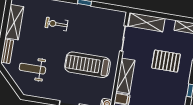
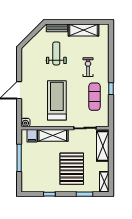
exercise mat: (90, 22) -> (94, 97), added
pallet: (166, 61) -> (72, 169), width x1.37, depth x1.41
weight bench: (32, 69) -> (56, 53), moved

